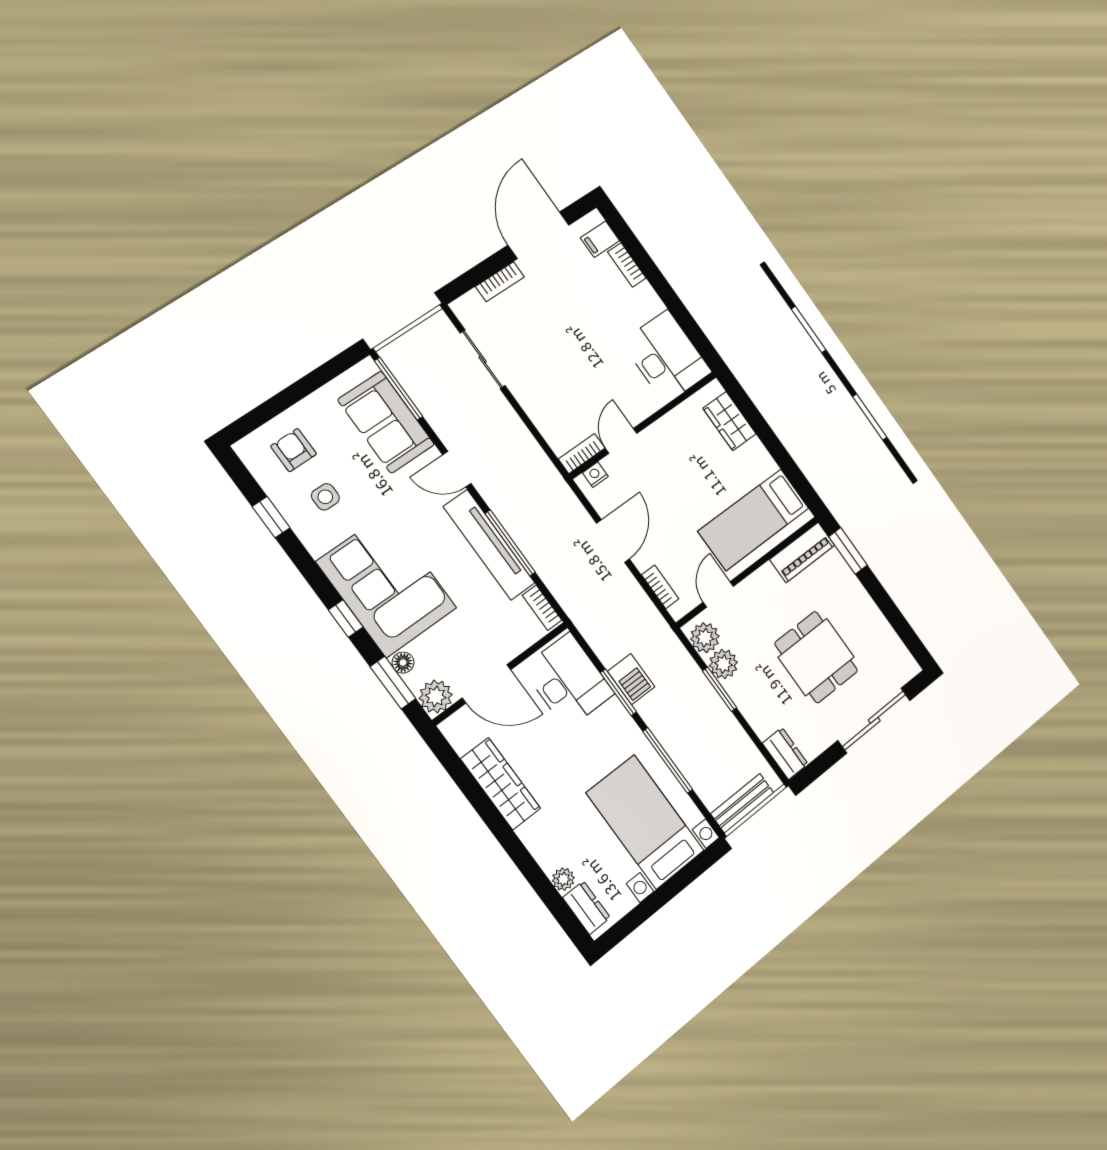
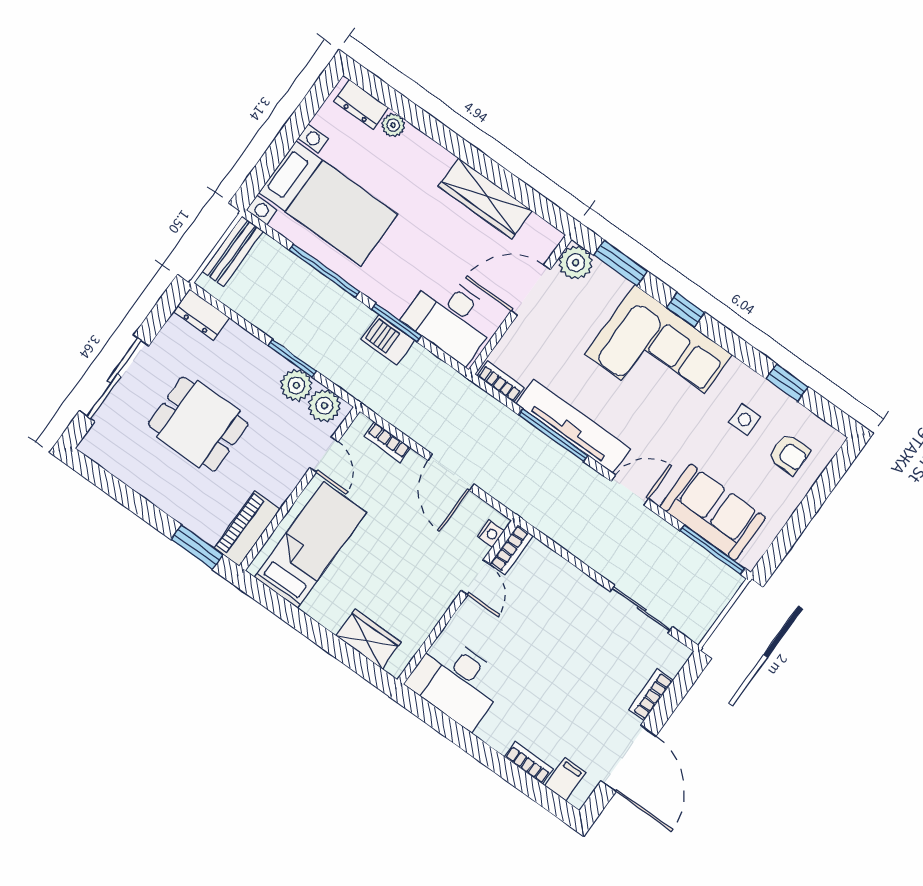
floor lamp: (403, 663) -> (618, 285), removed

